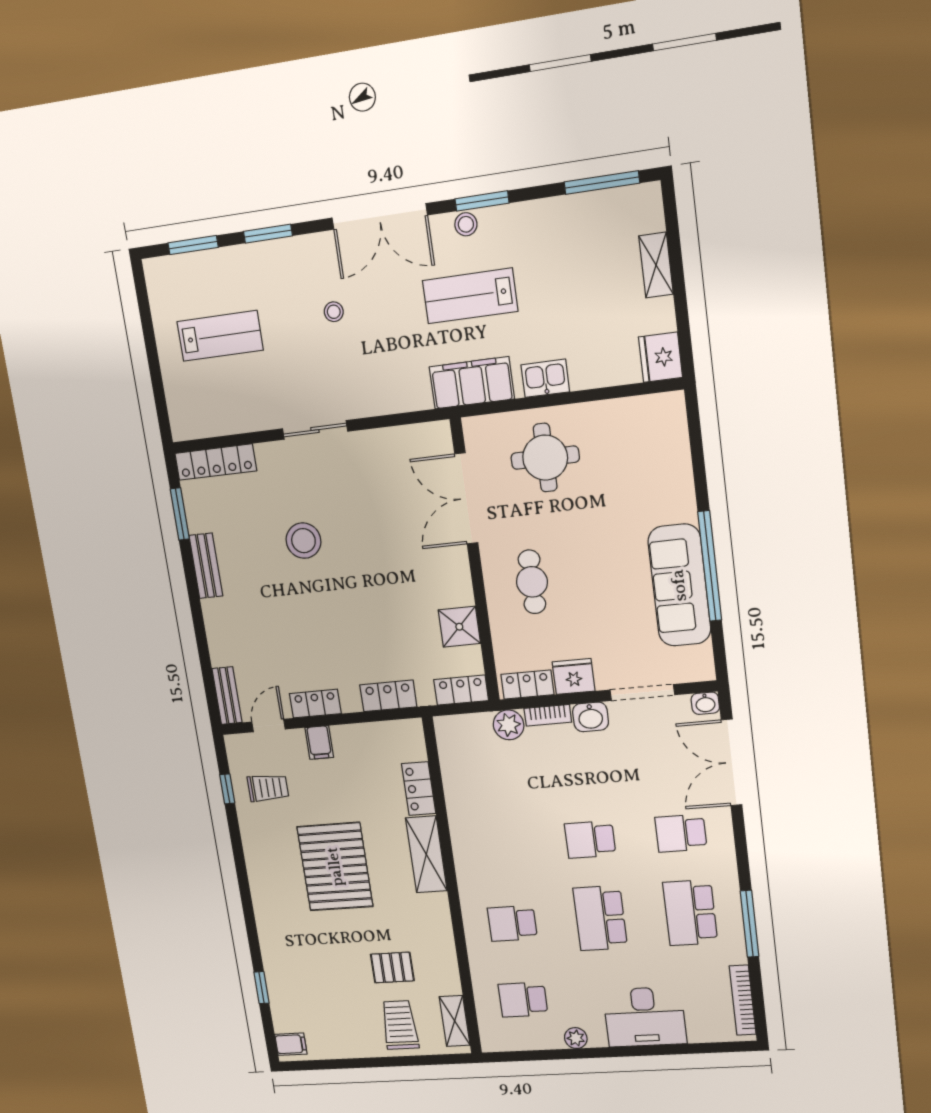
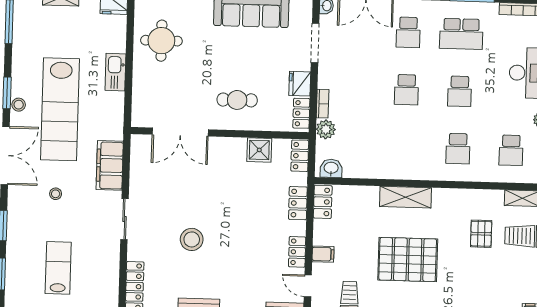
lab bench: (470, 296) -> (60, 109), width x1.86, depth x1.39
kitchen sink: (545, 378) -> (115, 72), width x1.38
filing cabinet: (472, 383) -> (110, 165), moved
round table: (545, 458) -> (161, 41), moved
washbasin: (591, 717) -> (331, 168), moved, turned -90
locker: (419, 789) -> (323, 202), moved, turned -90
school desk: (600, 918) -> (460, 91), width x0.54

